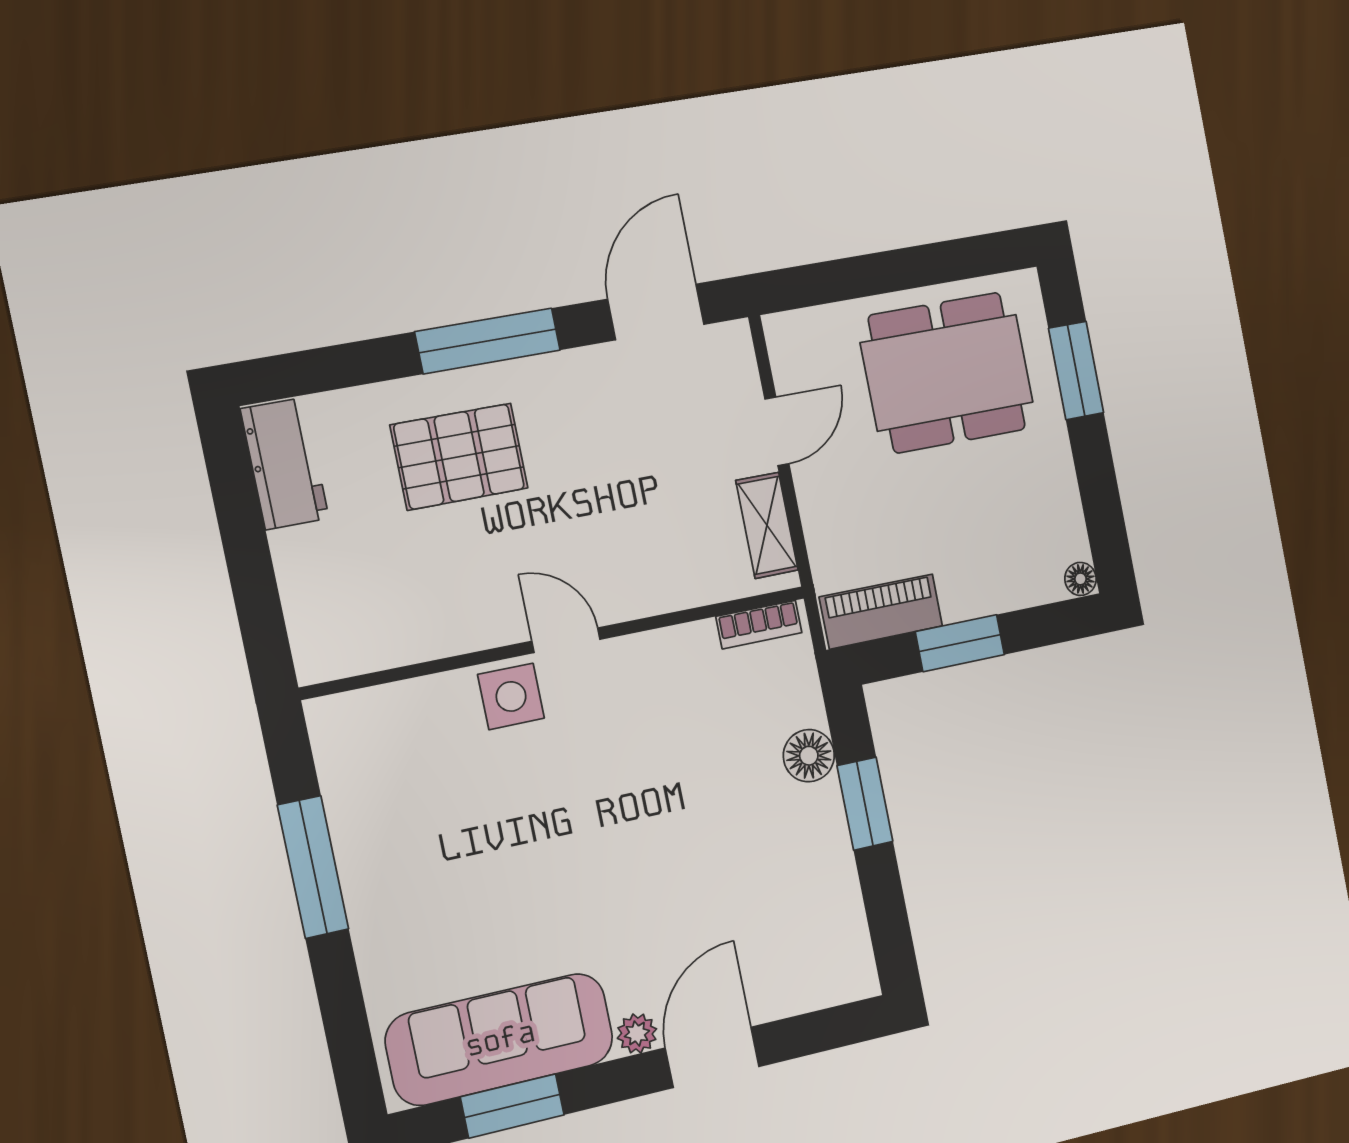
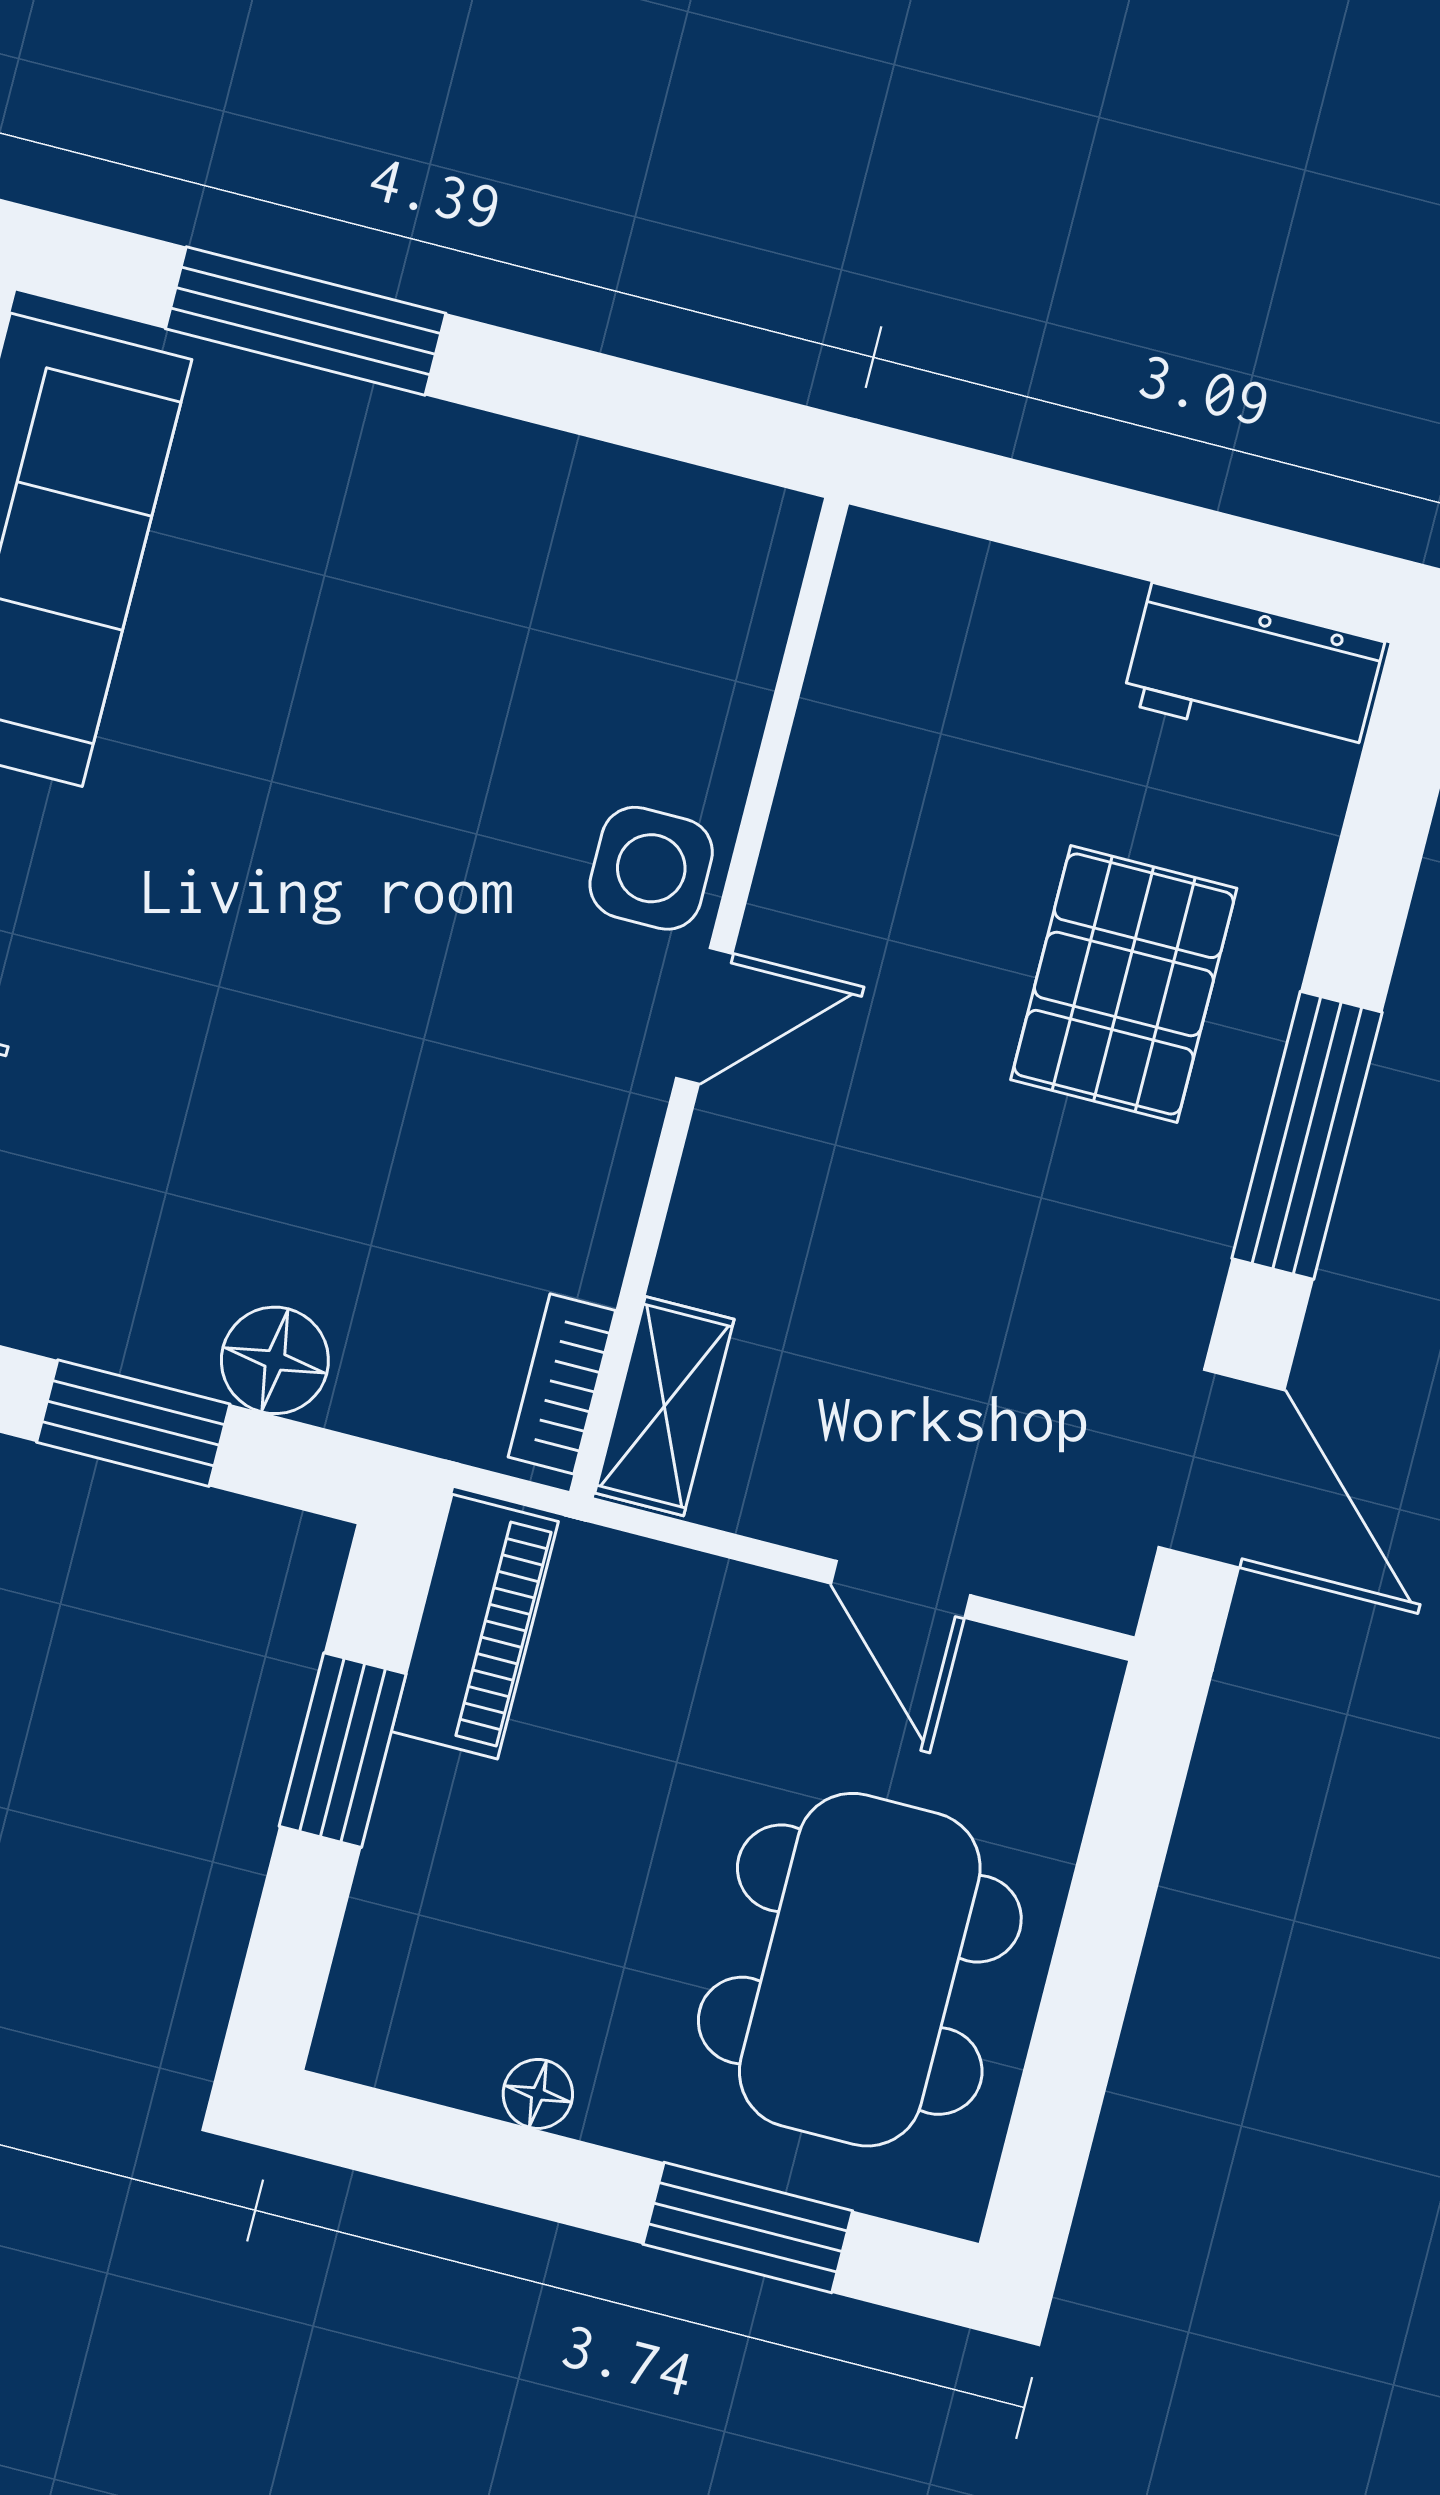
shelving: (767, 525) -> (664, 1406), moved, turned 90
floor lamp: (1080, 579) -> (538, 2094), moved
window: (313, 867) -> (306, 321), moved

